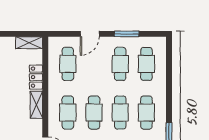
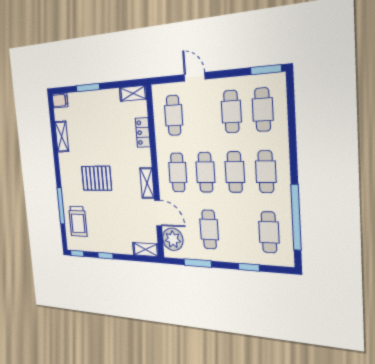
door: (90, 34) -> (195, 77), swing flipped
window: (127, 34) -> (266, 70), moved
shelving: (36, 105) -> (147, 183), moved

